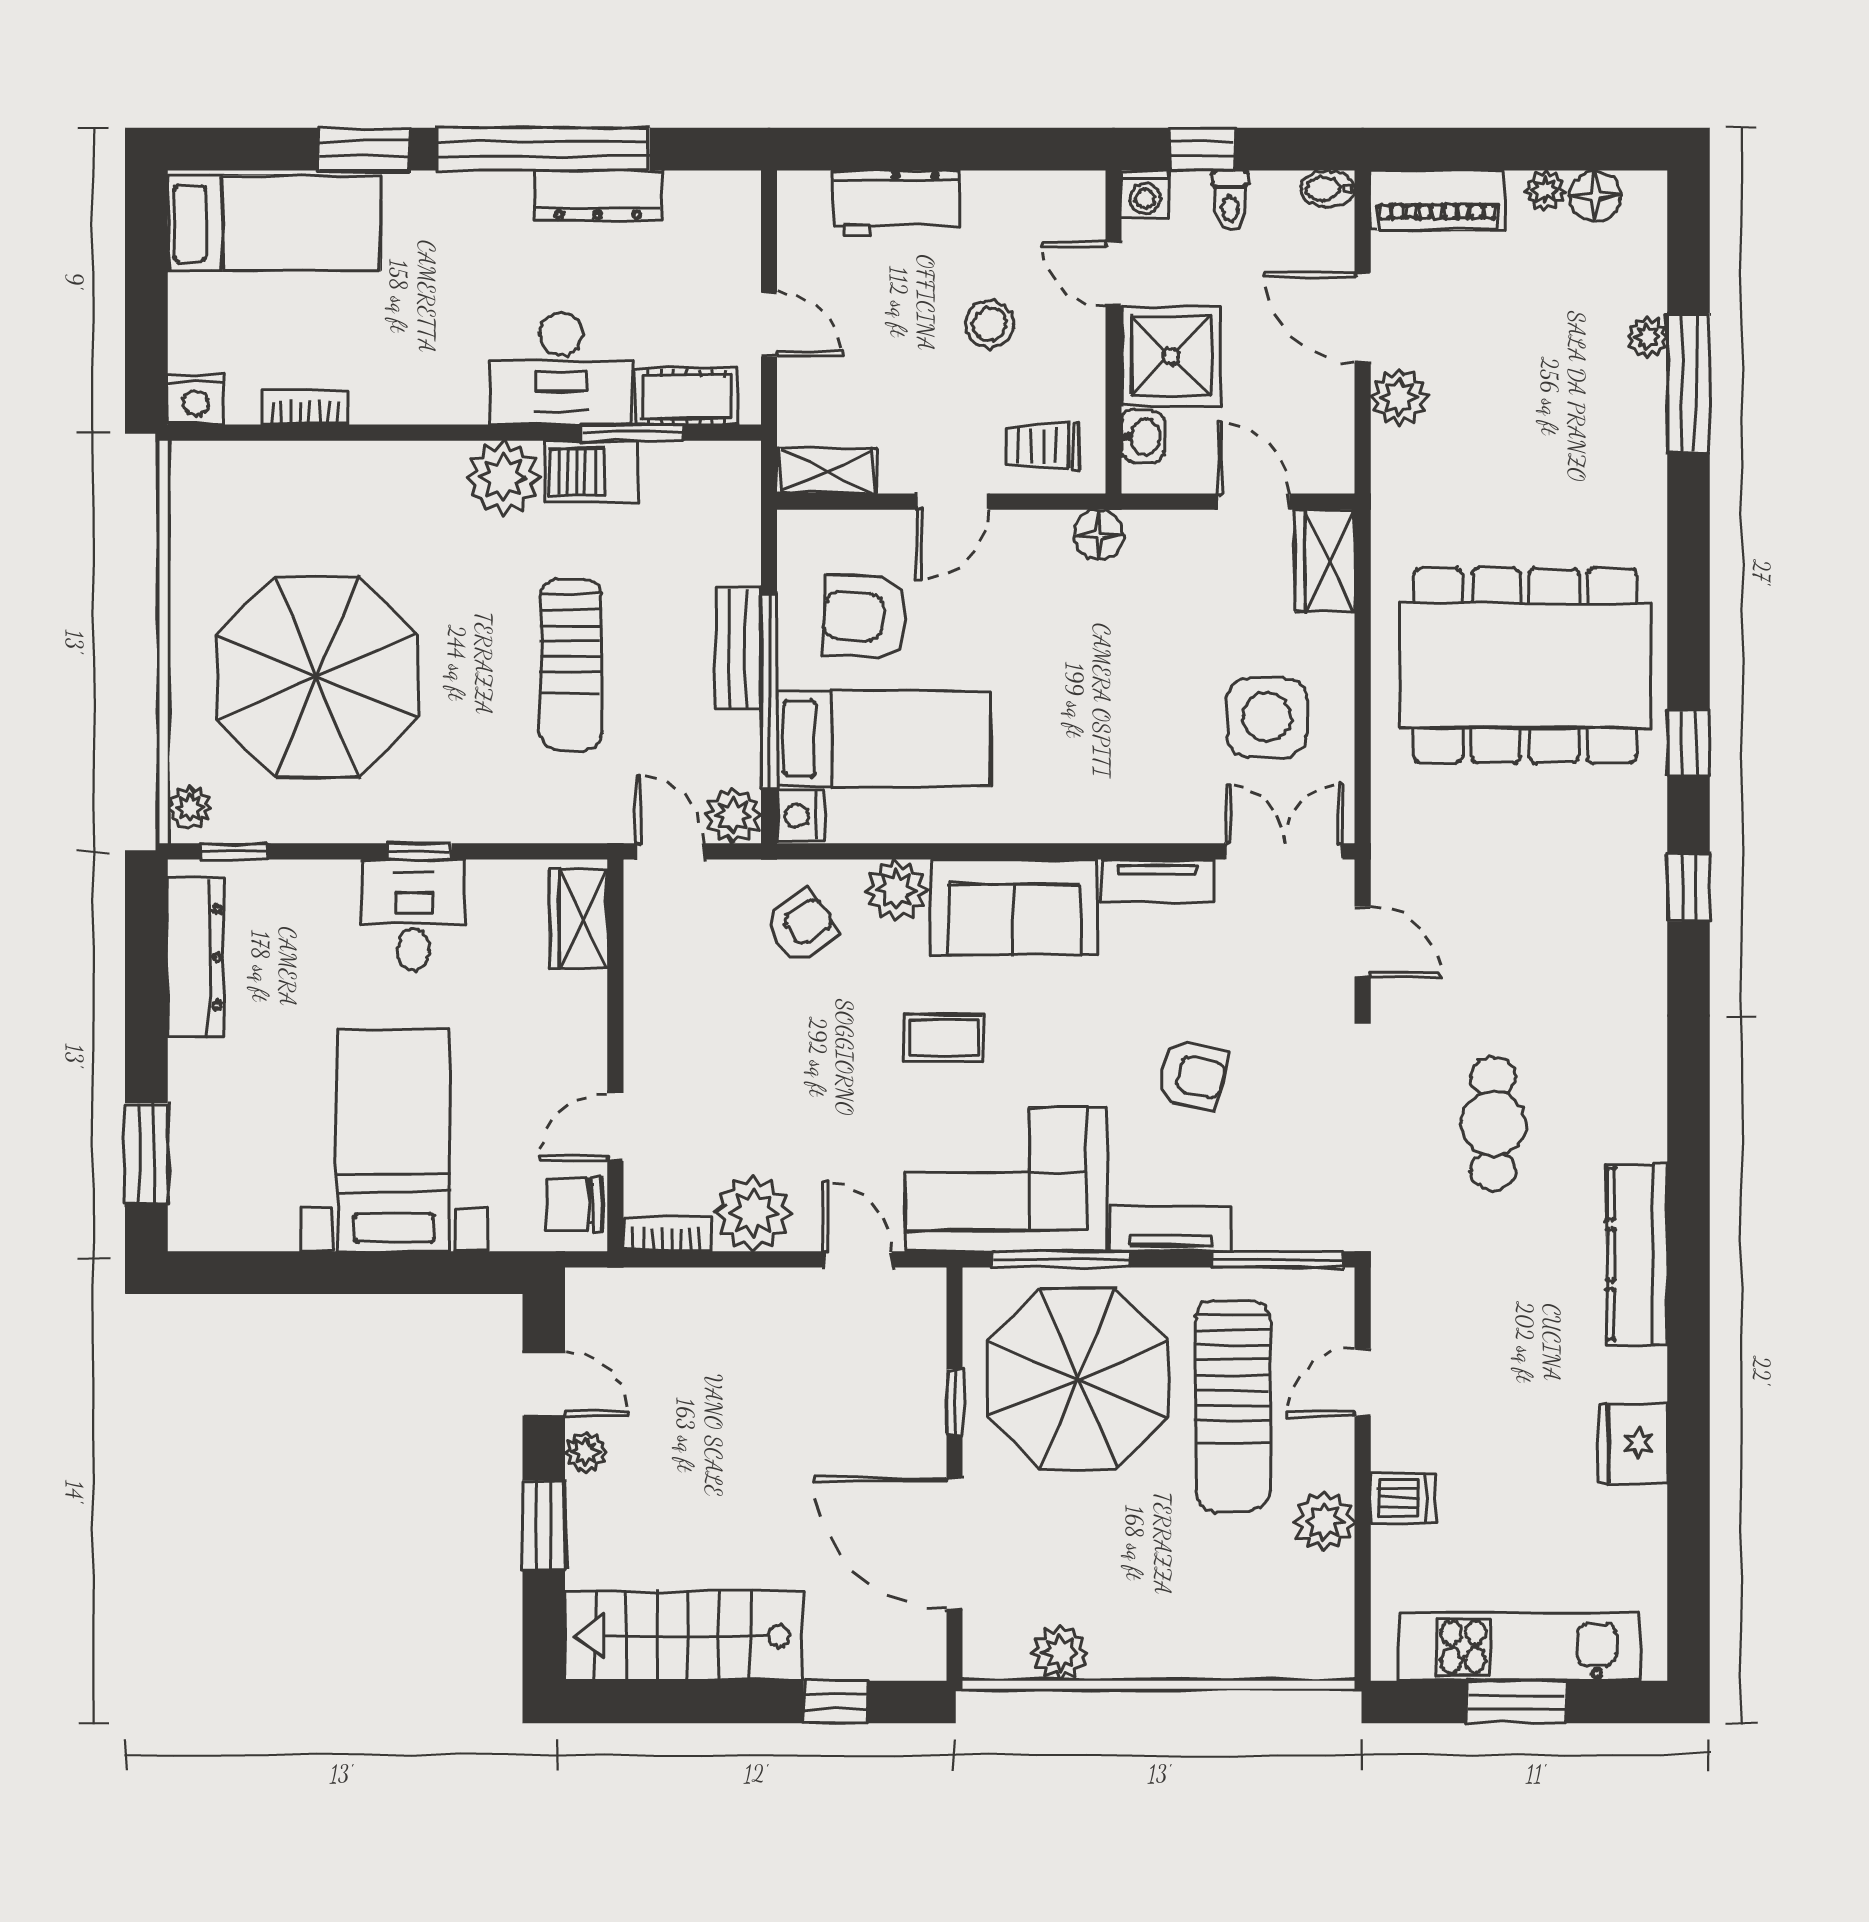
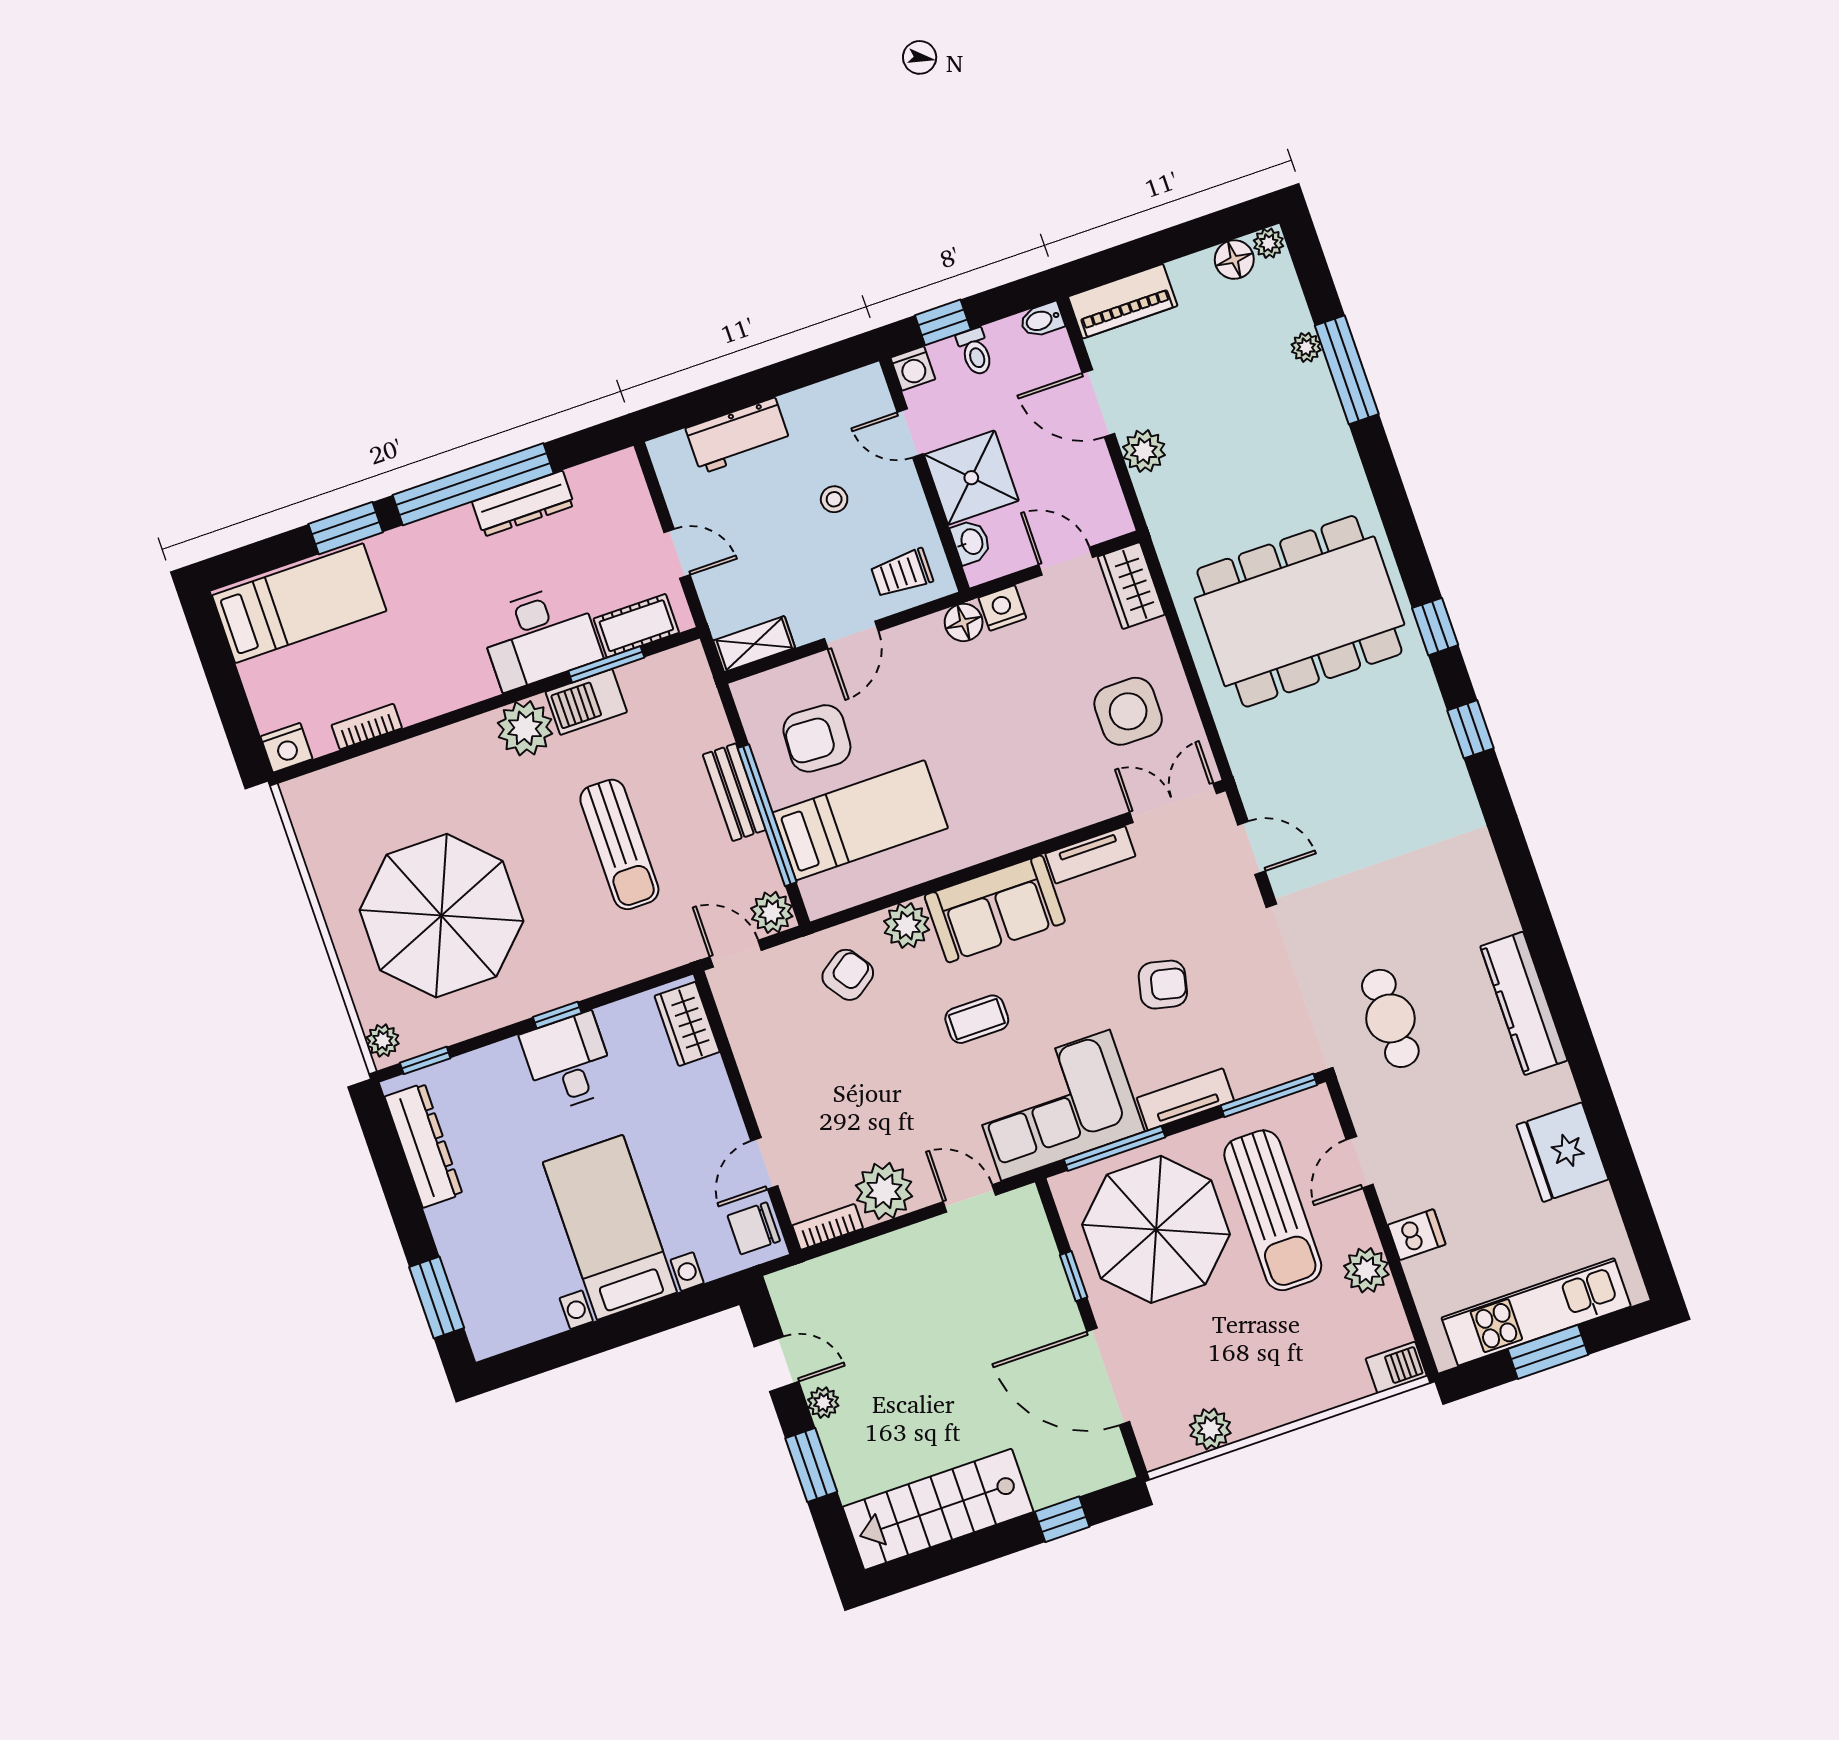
plant: (1545, 190) -> (1269, 243), moved
stool: (990, 324) -> (834, 499), width x0.73, depth x0.73
nightstand: (801, 816) -> (1002, 608), moved, turned 90
cafe table: (1493, 1124) -> (1390, 1018), moved
fridge: (1633, 1443) -> (1562, 1152), width x1.36, depth x1.34
barbecue: (1320, 1656) -> (1396, 1368), added

